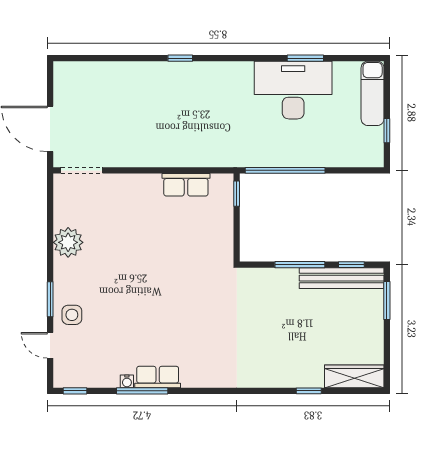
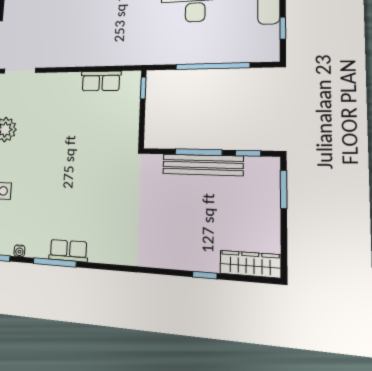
window: (285, 170) -> (212, 66), moved
bench: (342, 278) -> (203, 165), moved
water cooler: (127, 381) -> (19, 251), moved

